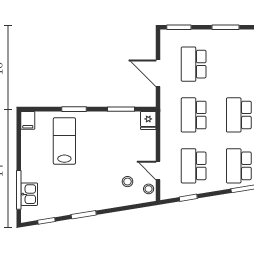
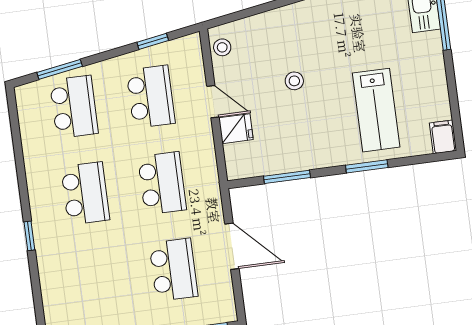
fridge: (148, 120) -> (236, 129), moved, turned 90
door: (158, 170) -> (213, 102), moved
stool: (128, 182) -> (294, 81), moved

